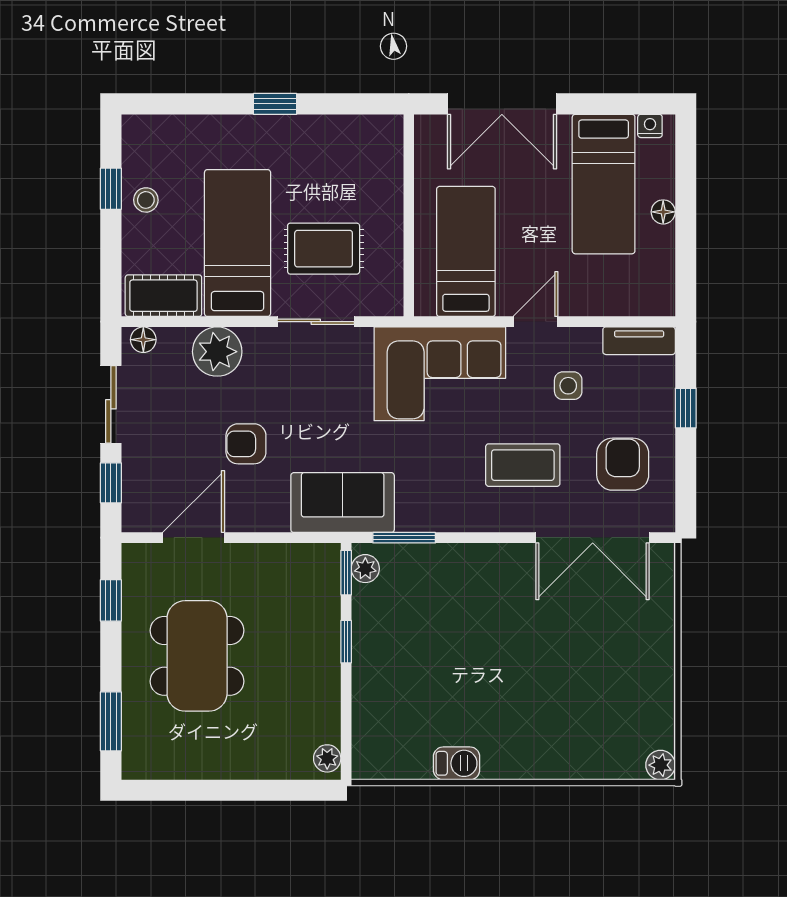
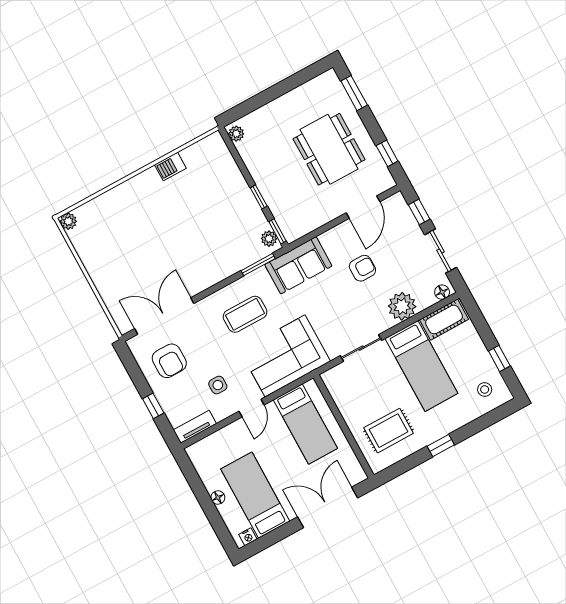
stool: (146, 200) -> (485, 390), moved
rug: (324, 249) -> (389, 431), moved
coffee table: (523, 465) -> (245, 314), moved

